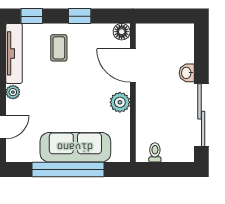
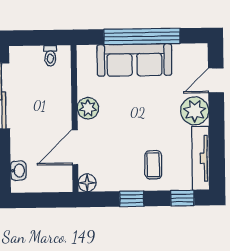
door: (133, 66) -> (75, 147), swing flipped
washbasin: (187, 73) -> (18, 171), moved
plant: (13, 92) -> (195, 111), width x1.88, depth x1.88

